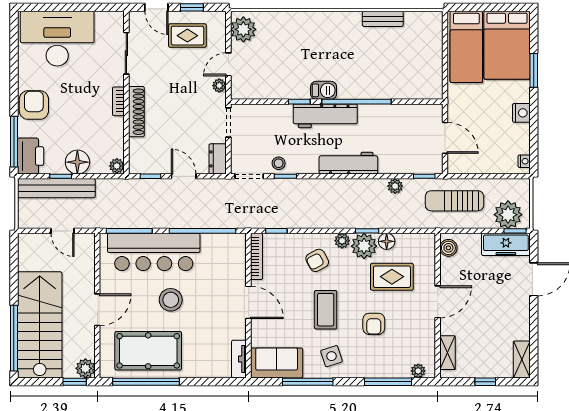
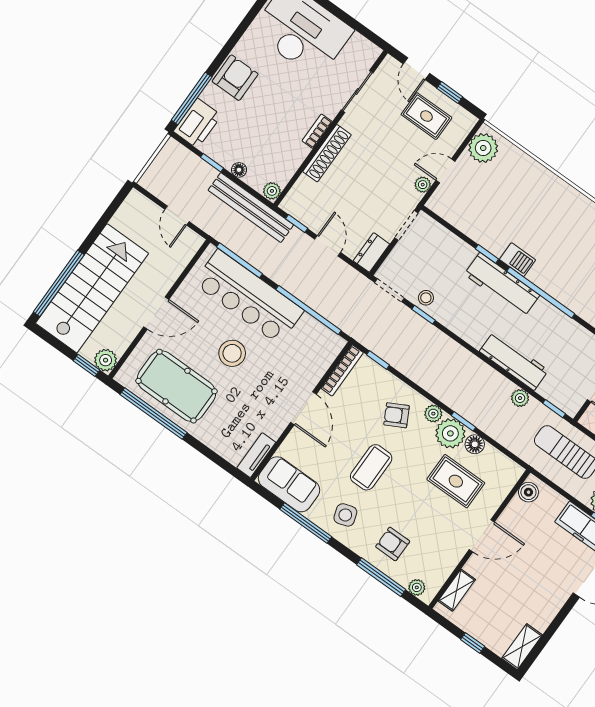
floor lamp: (77, 162) -> (239, 170), width x0.53, depth x0.53
workbench: (348, 163) -> (514, 361), moved
bench: (56, 188) -> (251, 208), moved
armchair: (374, 324) -> (393, 544), moved, turned 90

